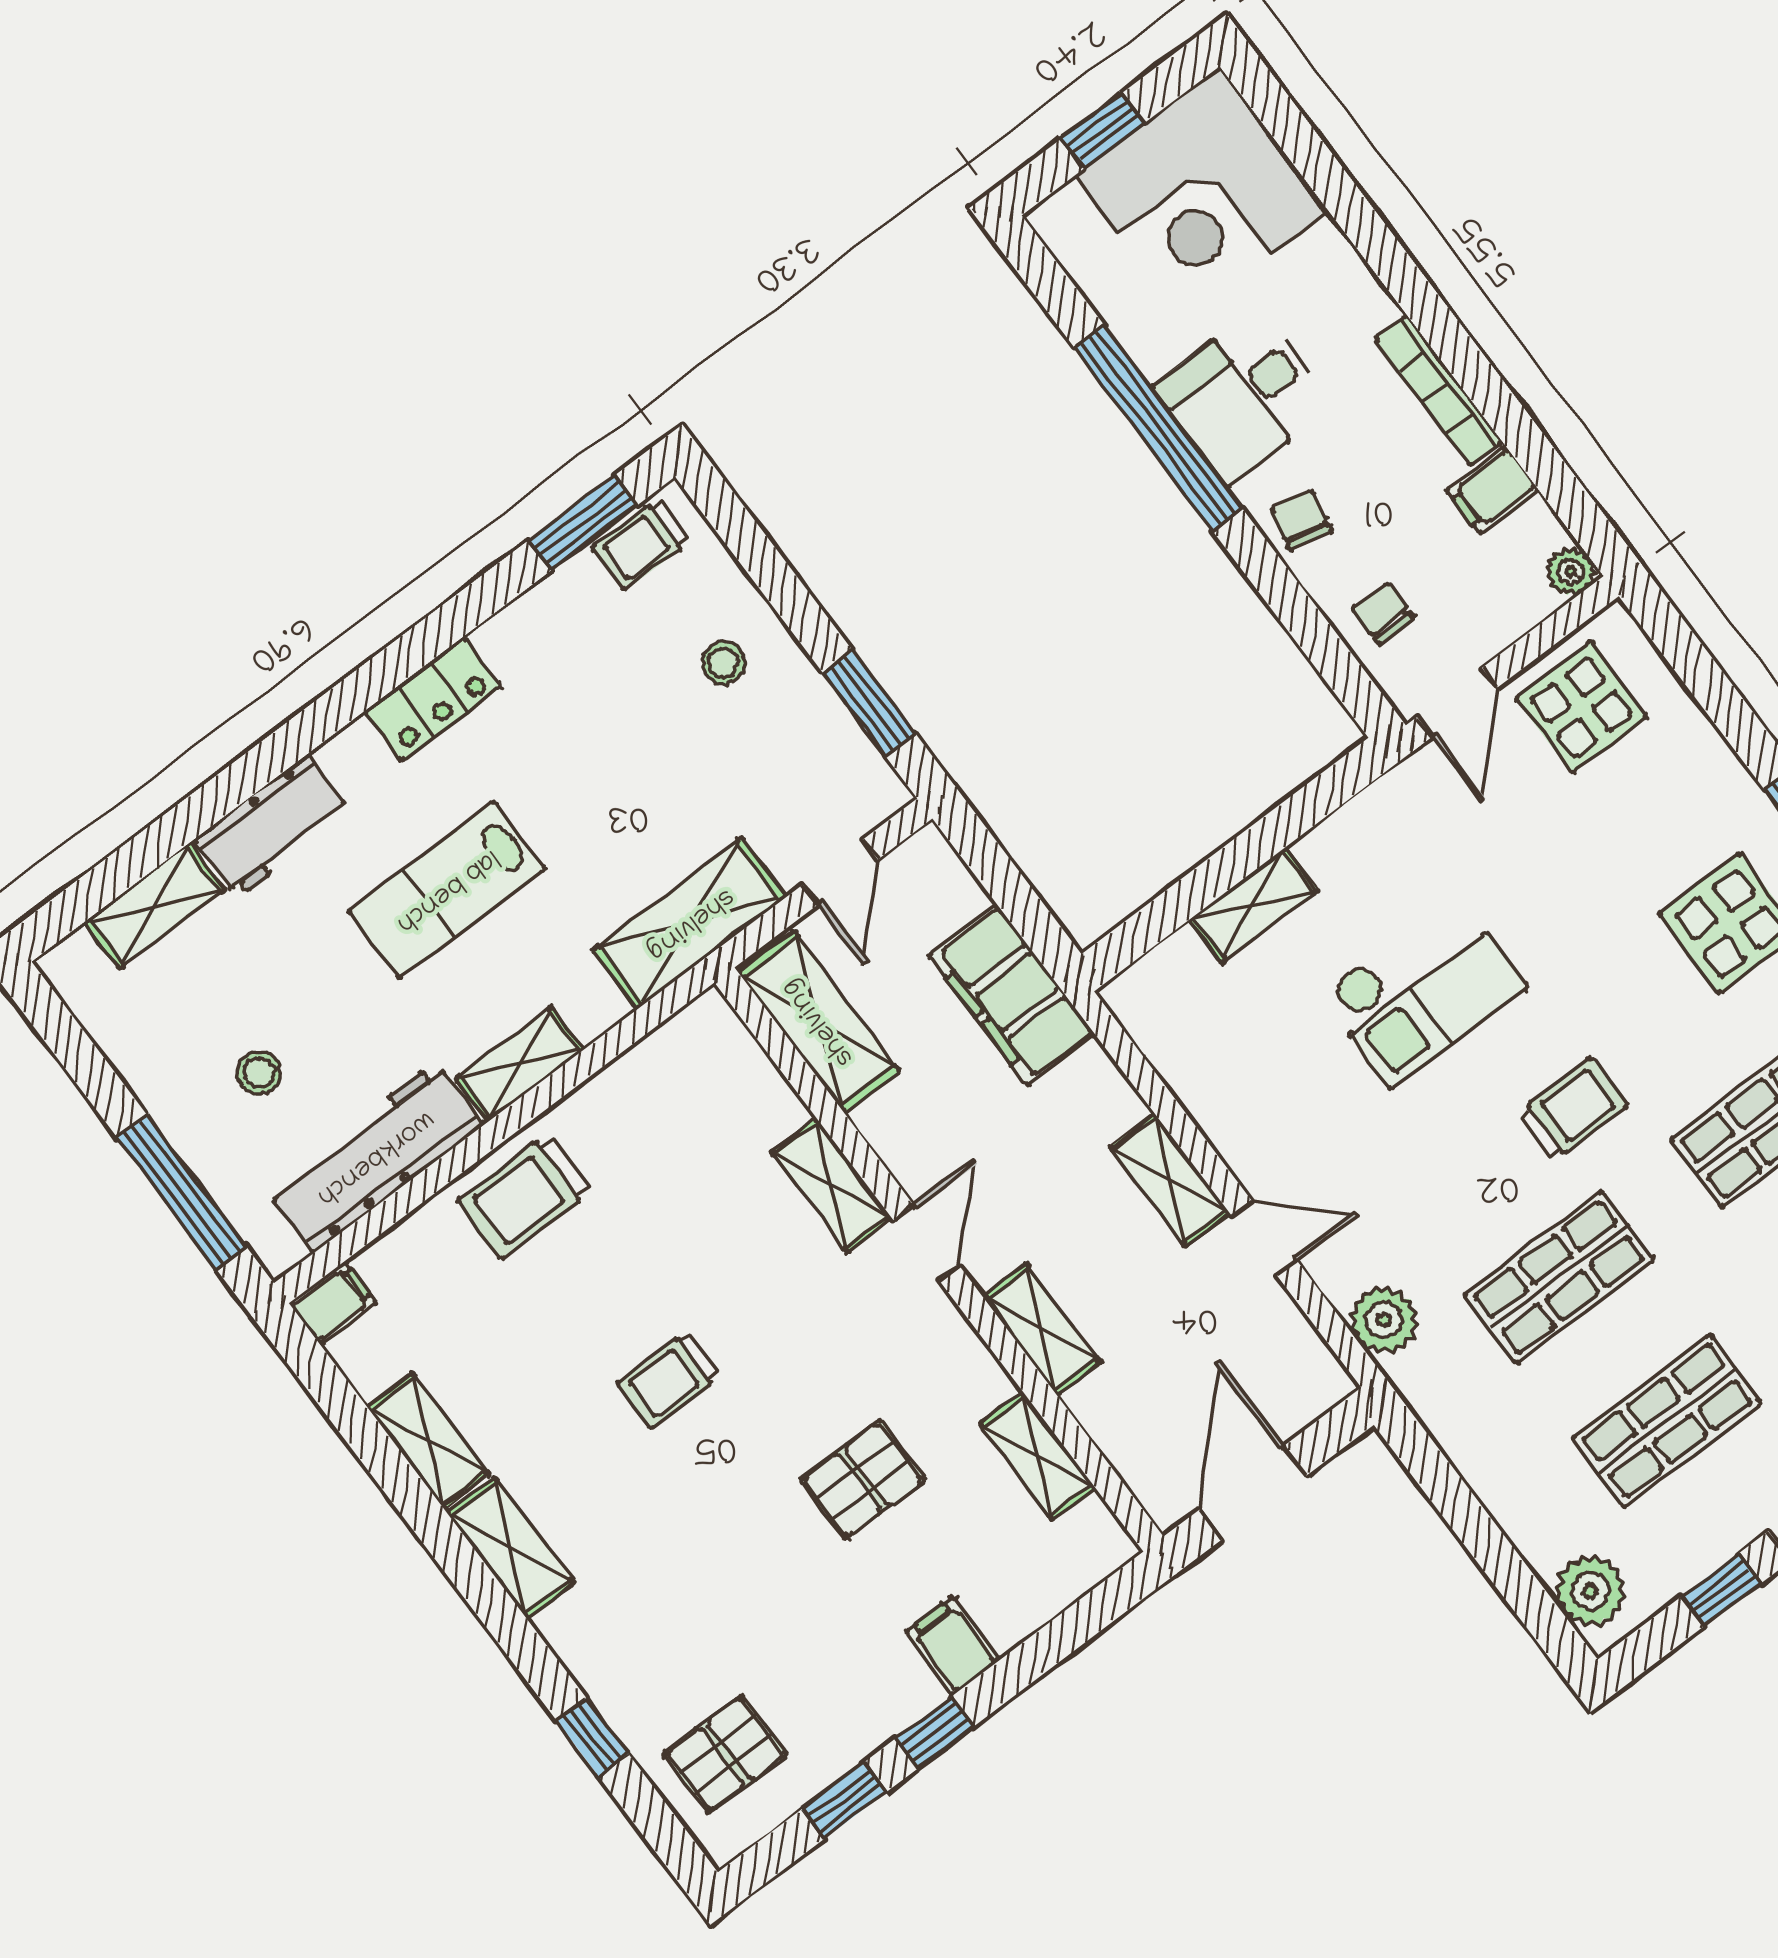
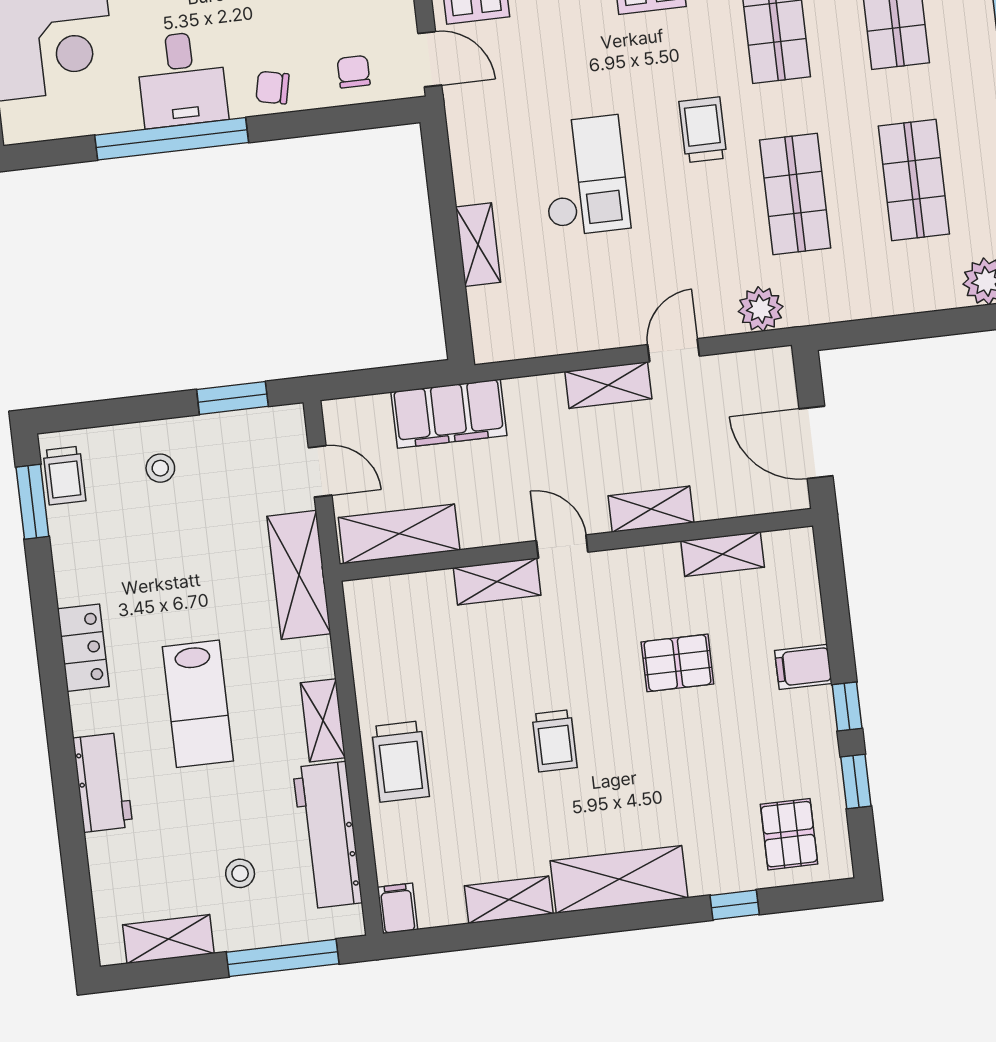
chair: (1383, 613) -> (354, 72), turned 90
shelving: (155, 906) -> (168, 939), moved, turned 90
pallet: (863, 1480) -> (677, 663), turned 90
shelving: (510, 1548) -> (619, 879), width x1.50, depth x1.33

